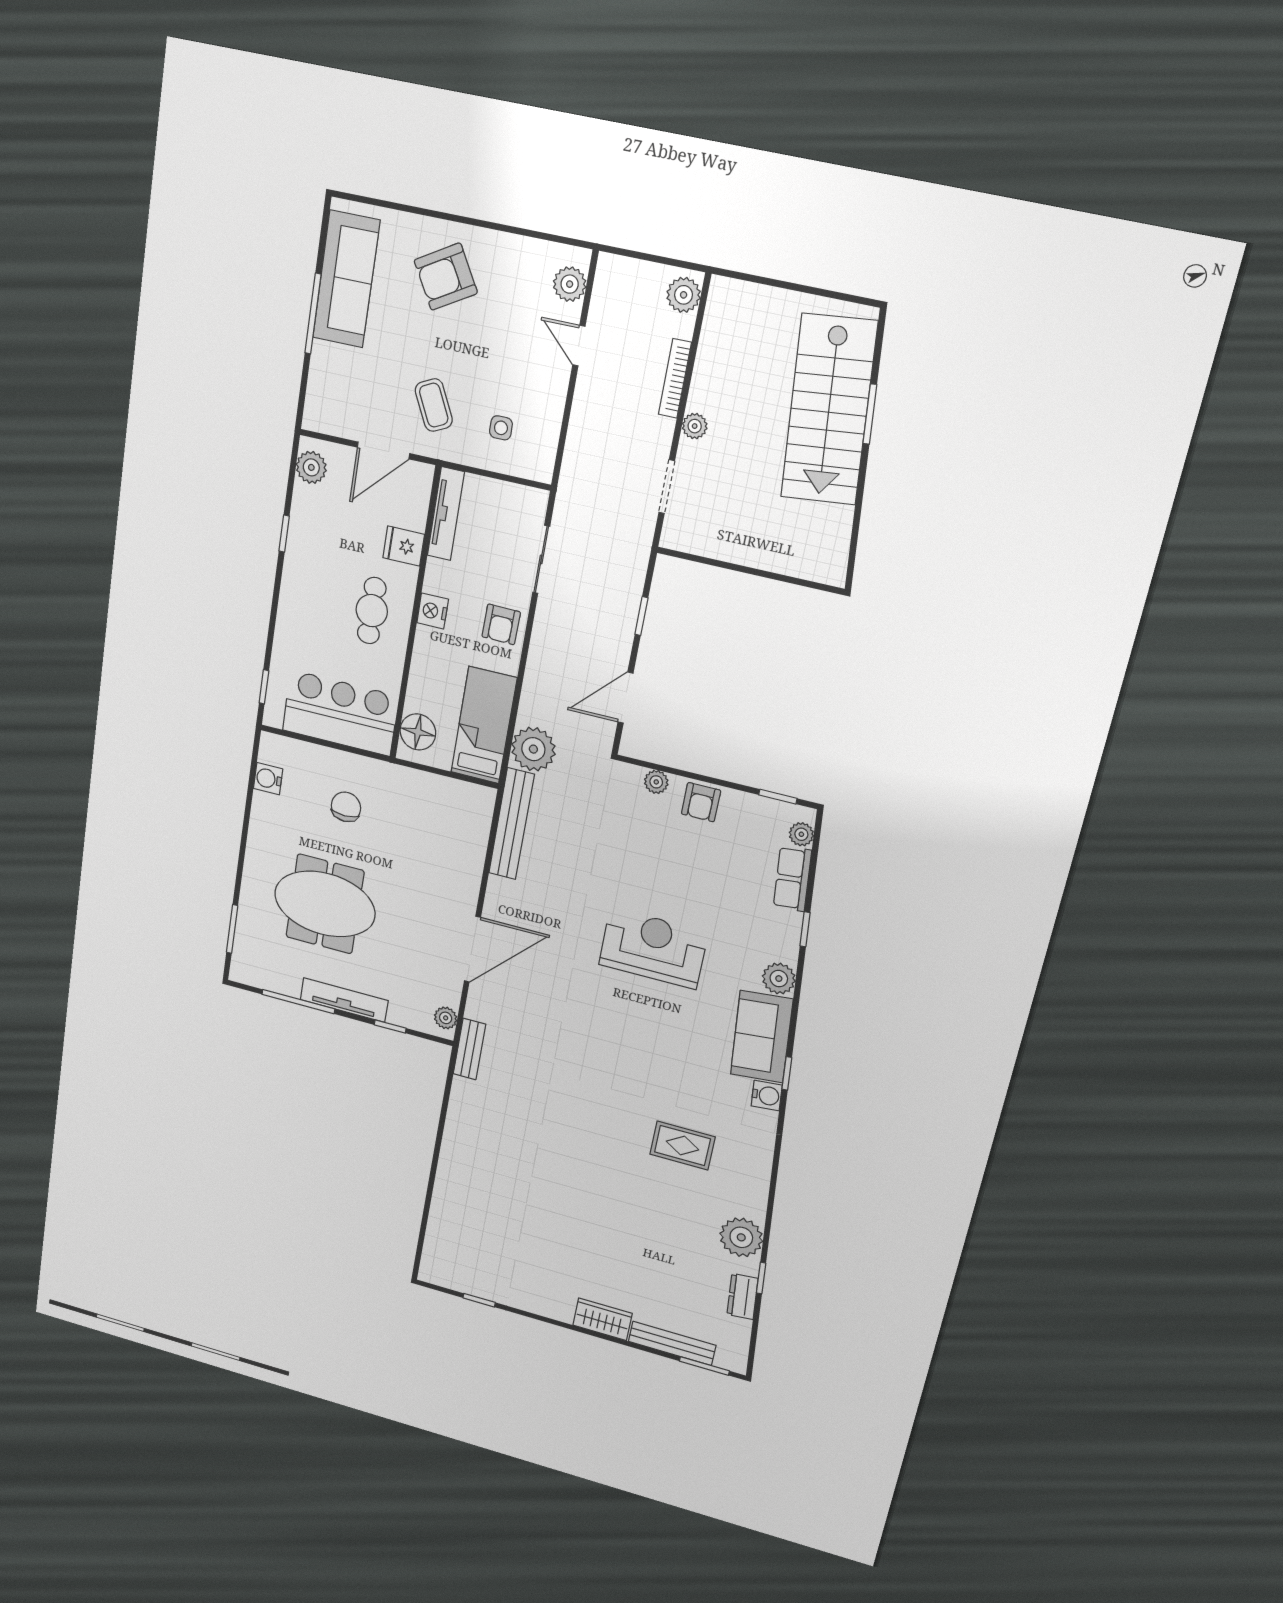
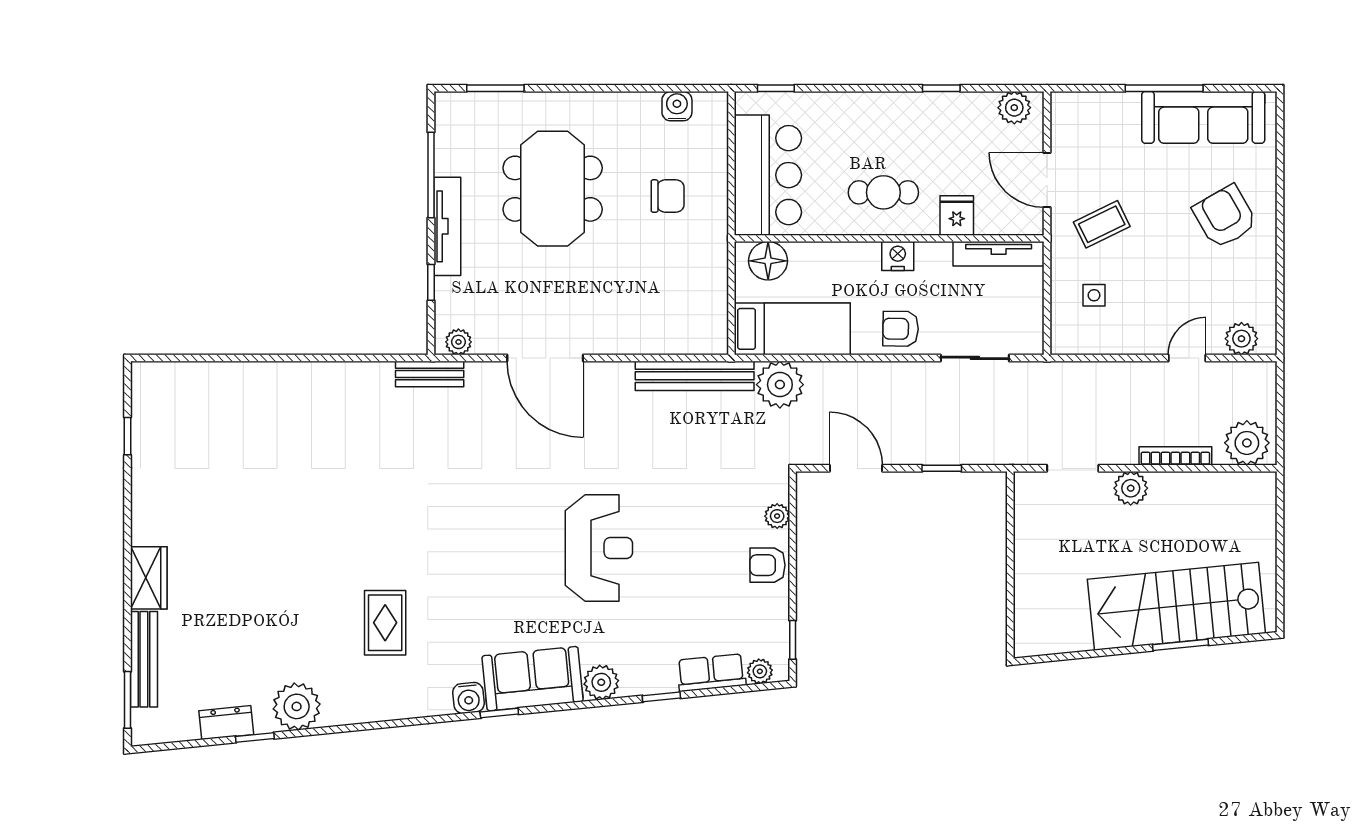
plant: (684, 295) -> (1247, 443), width x1.36, depth x1.36
plant: (695, 426) -> (1131, 488), width x1.38, depth x1.38

